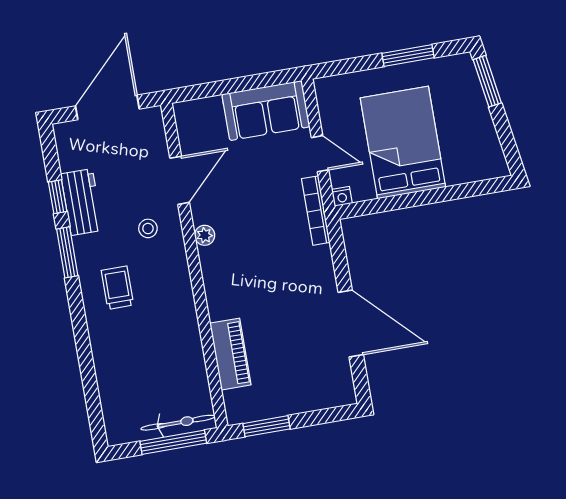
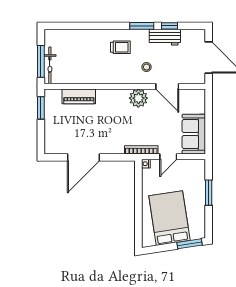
window: (408, 55) -> (209, 193), moved
bed: (403, 143) -> (169, 218), moved, turned -99
plant: (205, 235) -> (138, 98), width x1.88, depth x1.88

